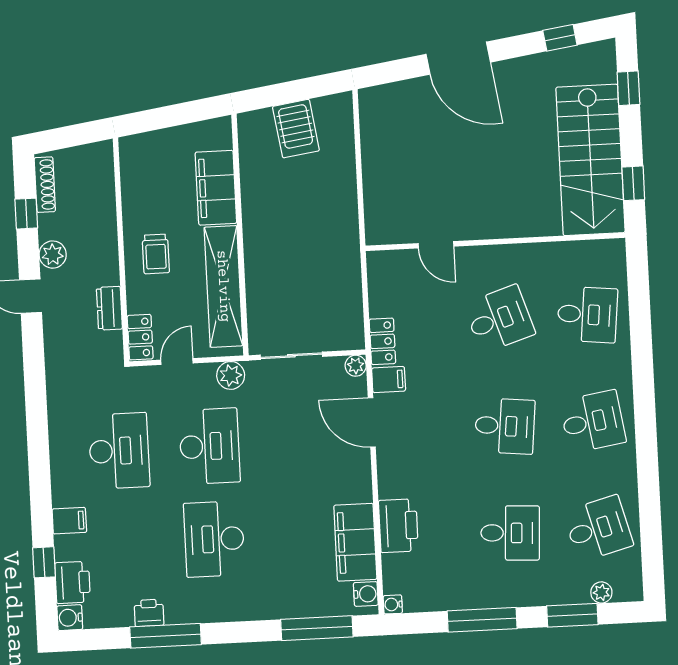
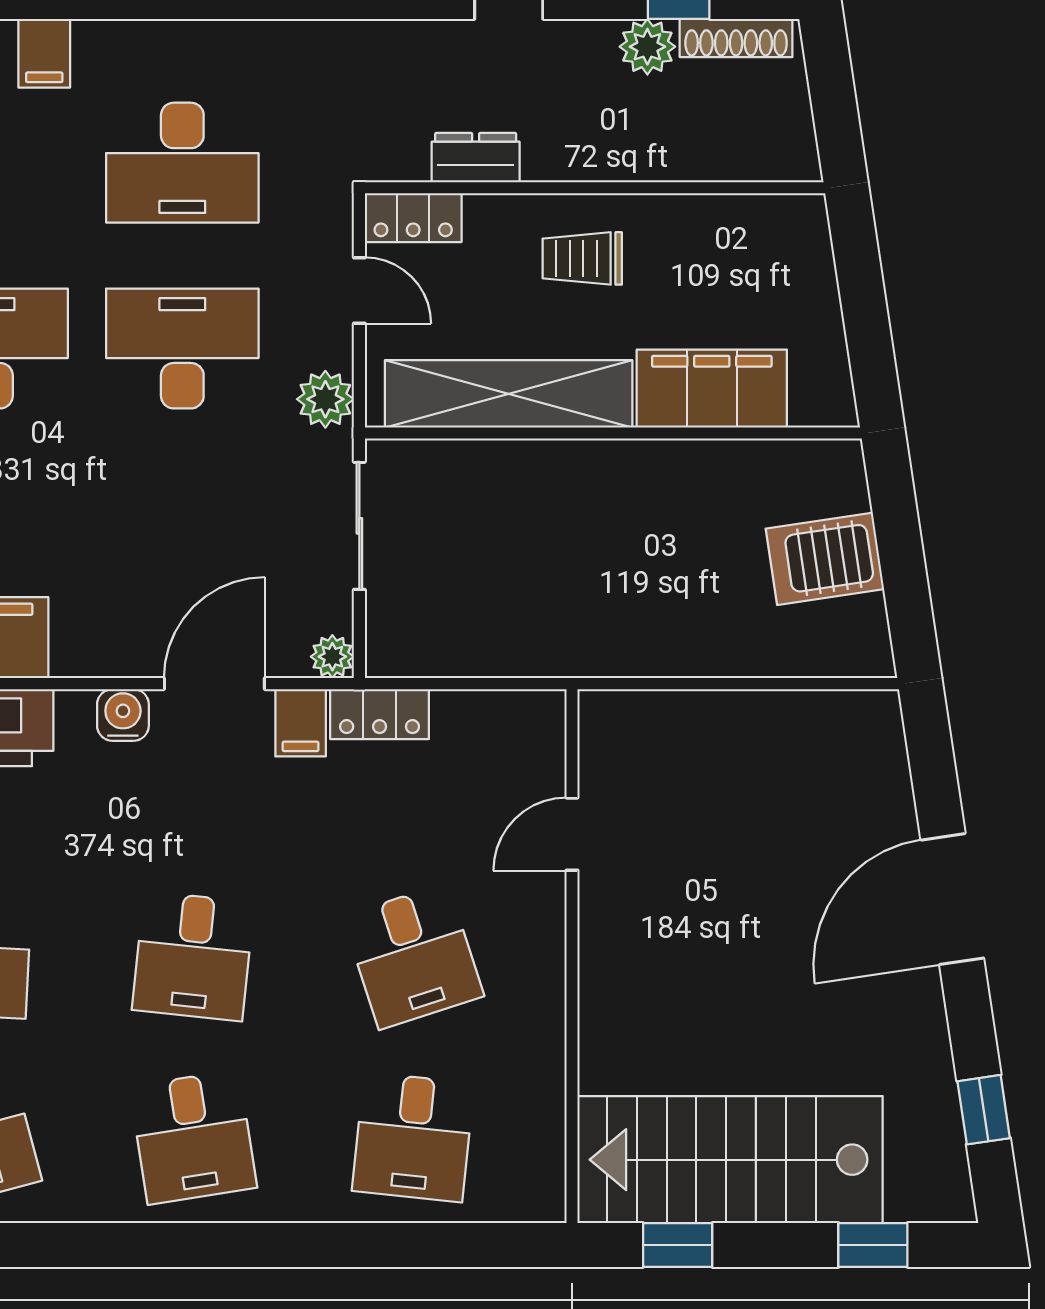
plant: (53, 255) -> (647, 47), moved
desk: (209, 446) -> (182, 348), turned 180
water cooler: (389, 466) -> (123, 715), added

